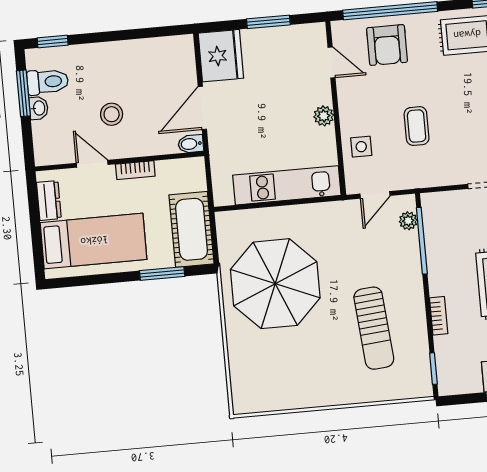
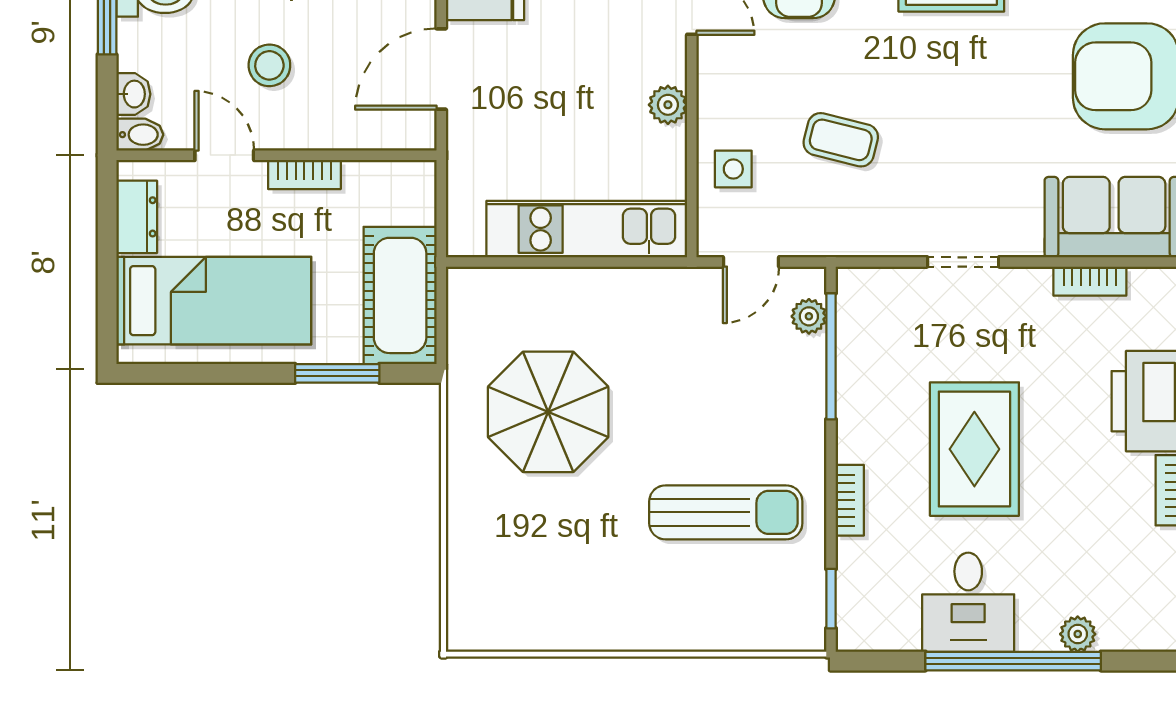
washbasin: (39, 108) -> (133, 94), moved
coffee table: (417, 126) -> (841, 140), turned -76
bidet: (191, 144) -> (140, 135), moved, turned 180
parasol: (275, 284) -> (548, 412), width x0.73, depth x0.73
sun lounger: (374, 328) -> (726, 512), turned -85

